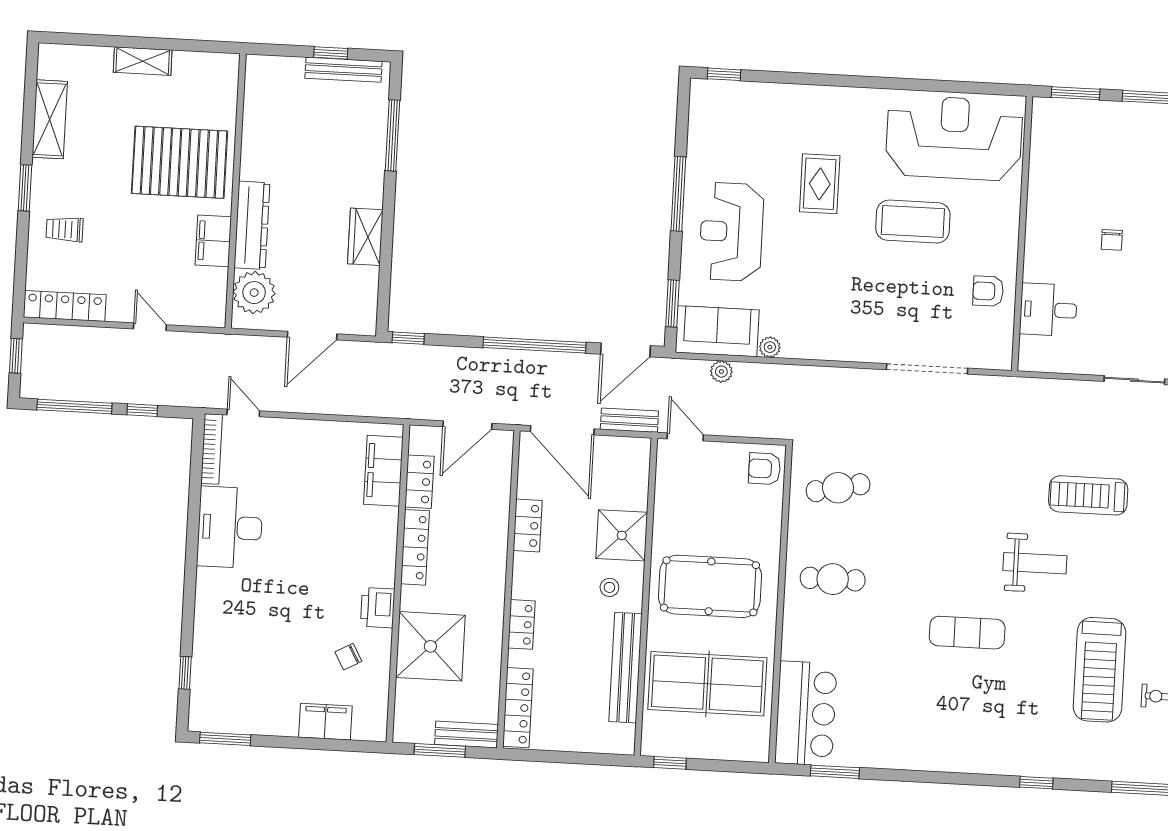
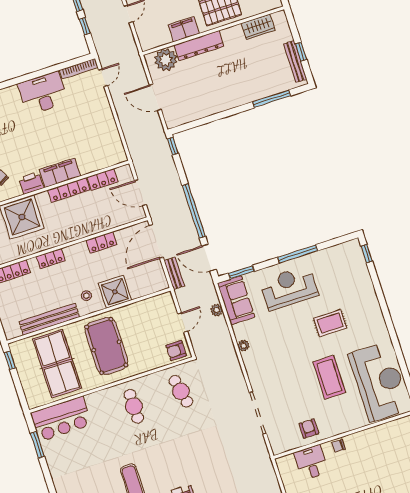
wardrobe: (365, 237) -> (258, 27), moved, turned 180
chair: (1112, 240) -> (339, 446), moved
plant: (770, 347) -> (244, 346), moved
door: (685, 437) -> (183, 323), moved
armchair: (764, 469) -> (176, 351), turned -90
filing cabinet: (383, 471) -> (60, 173), moved

